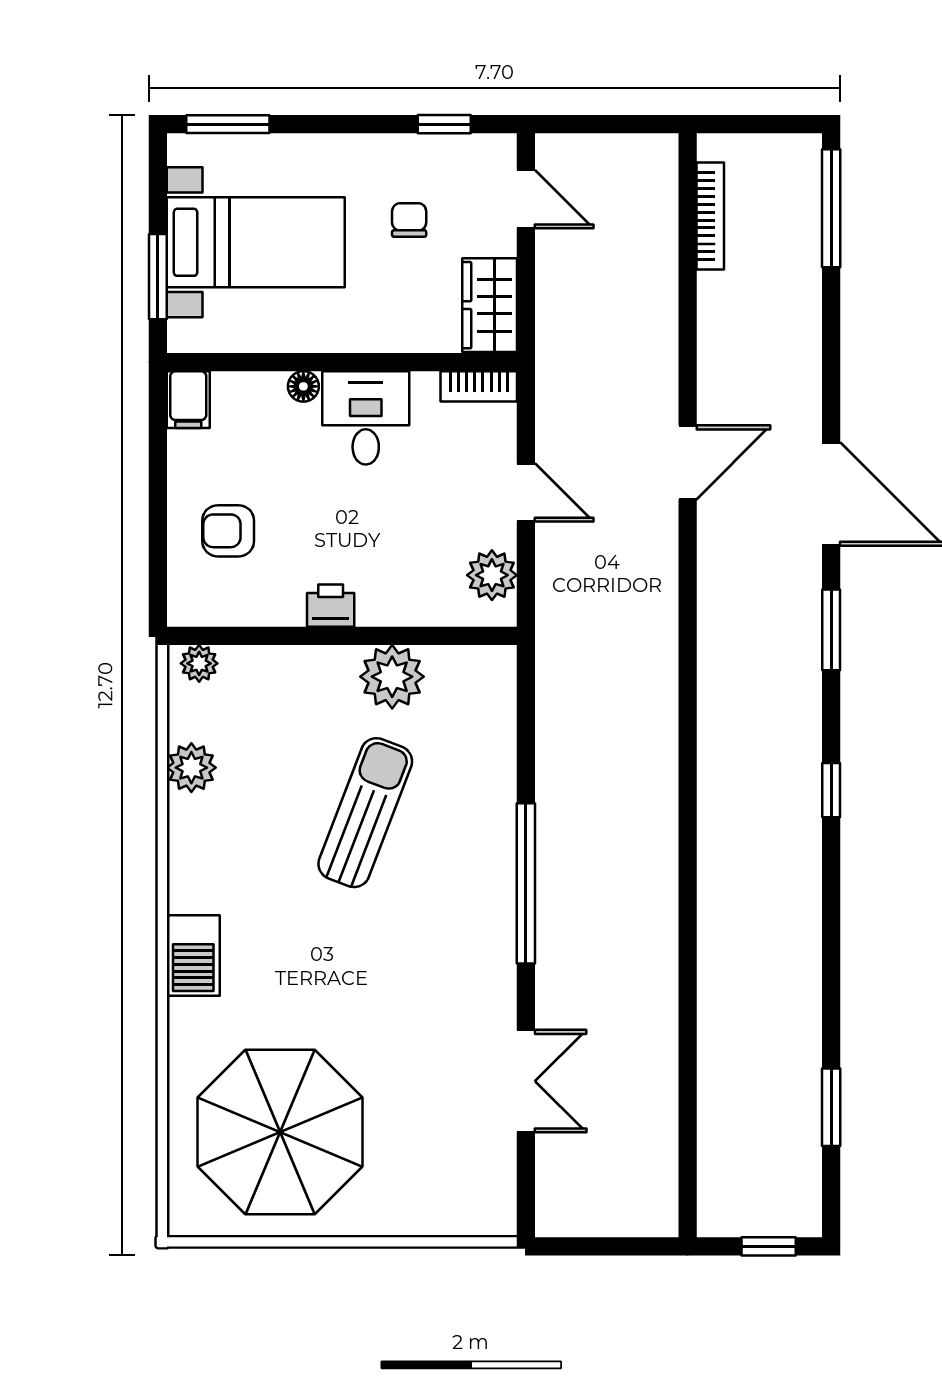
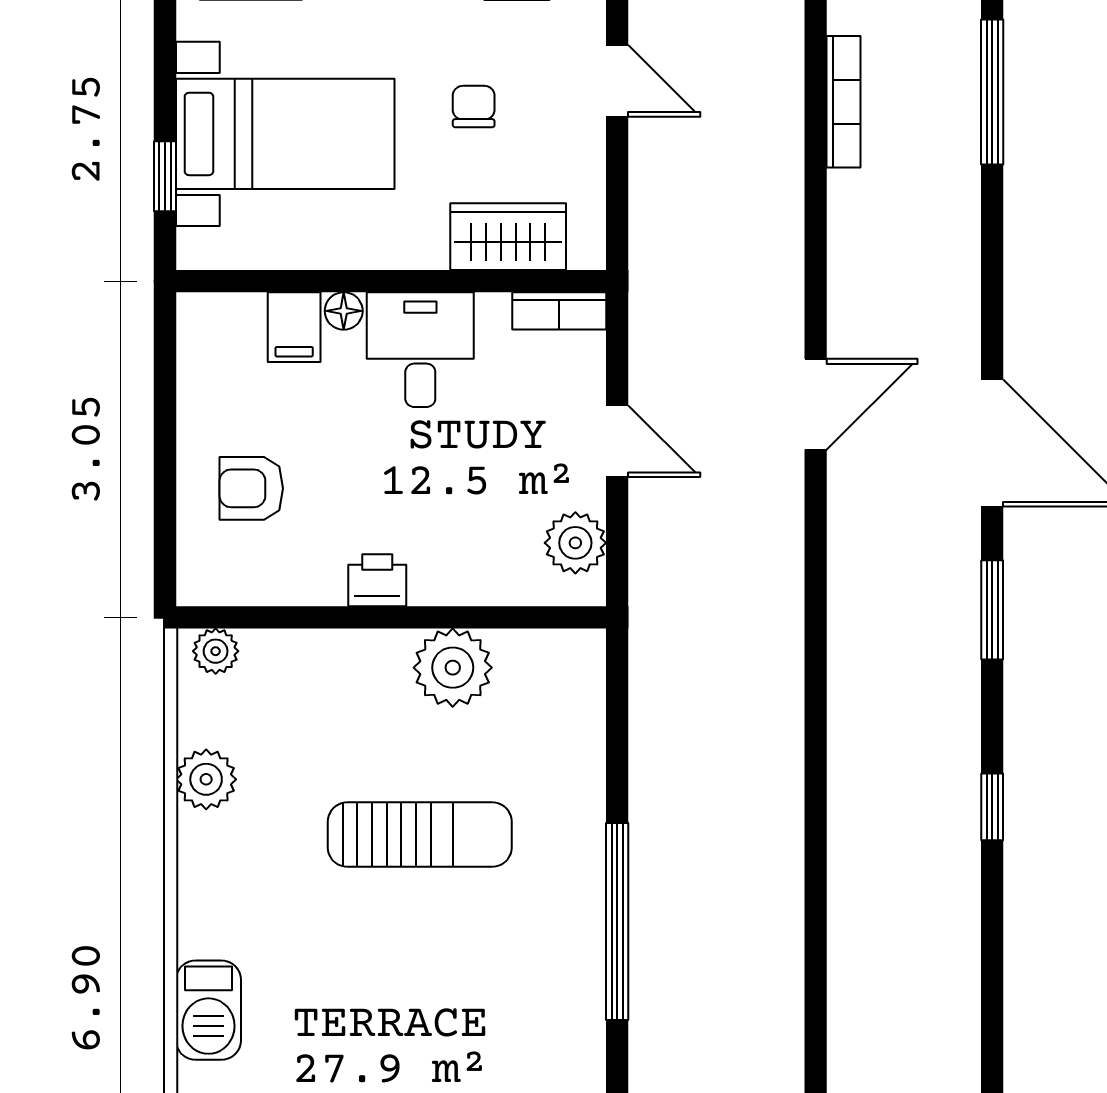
window: (158, 277) -> (165, 176), width x0.67
wardrobe: (490, 305) -> (508, 237), moved, turned 90
filing cabinet: (188, 400) -> (294, 327), moved
sun lounger: (365, 813) -> (420, 835), turned 69

